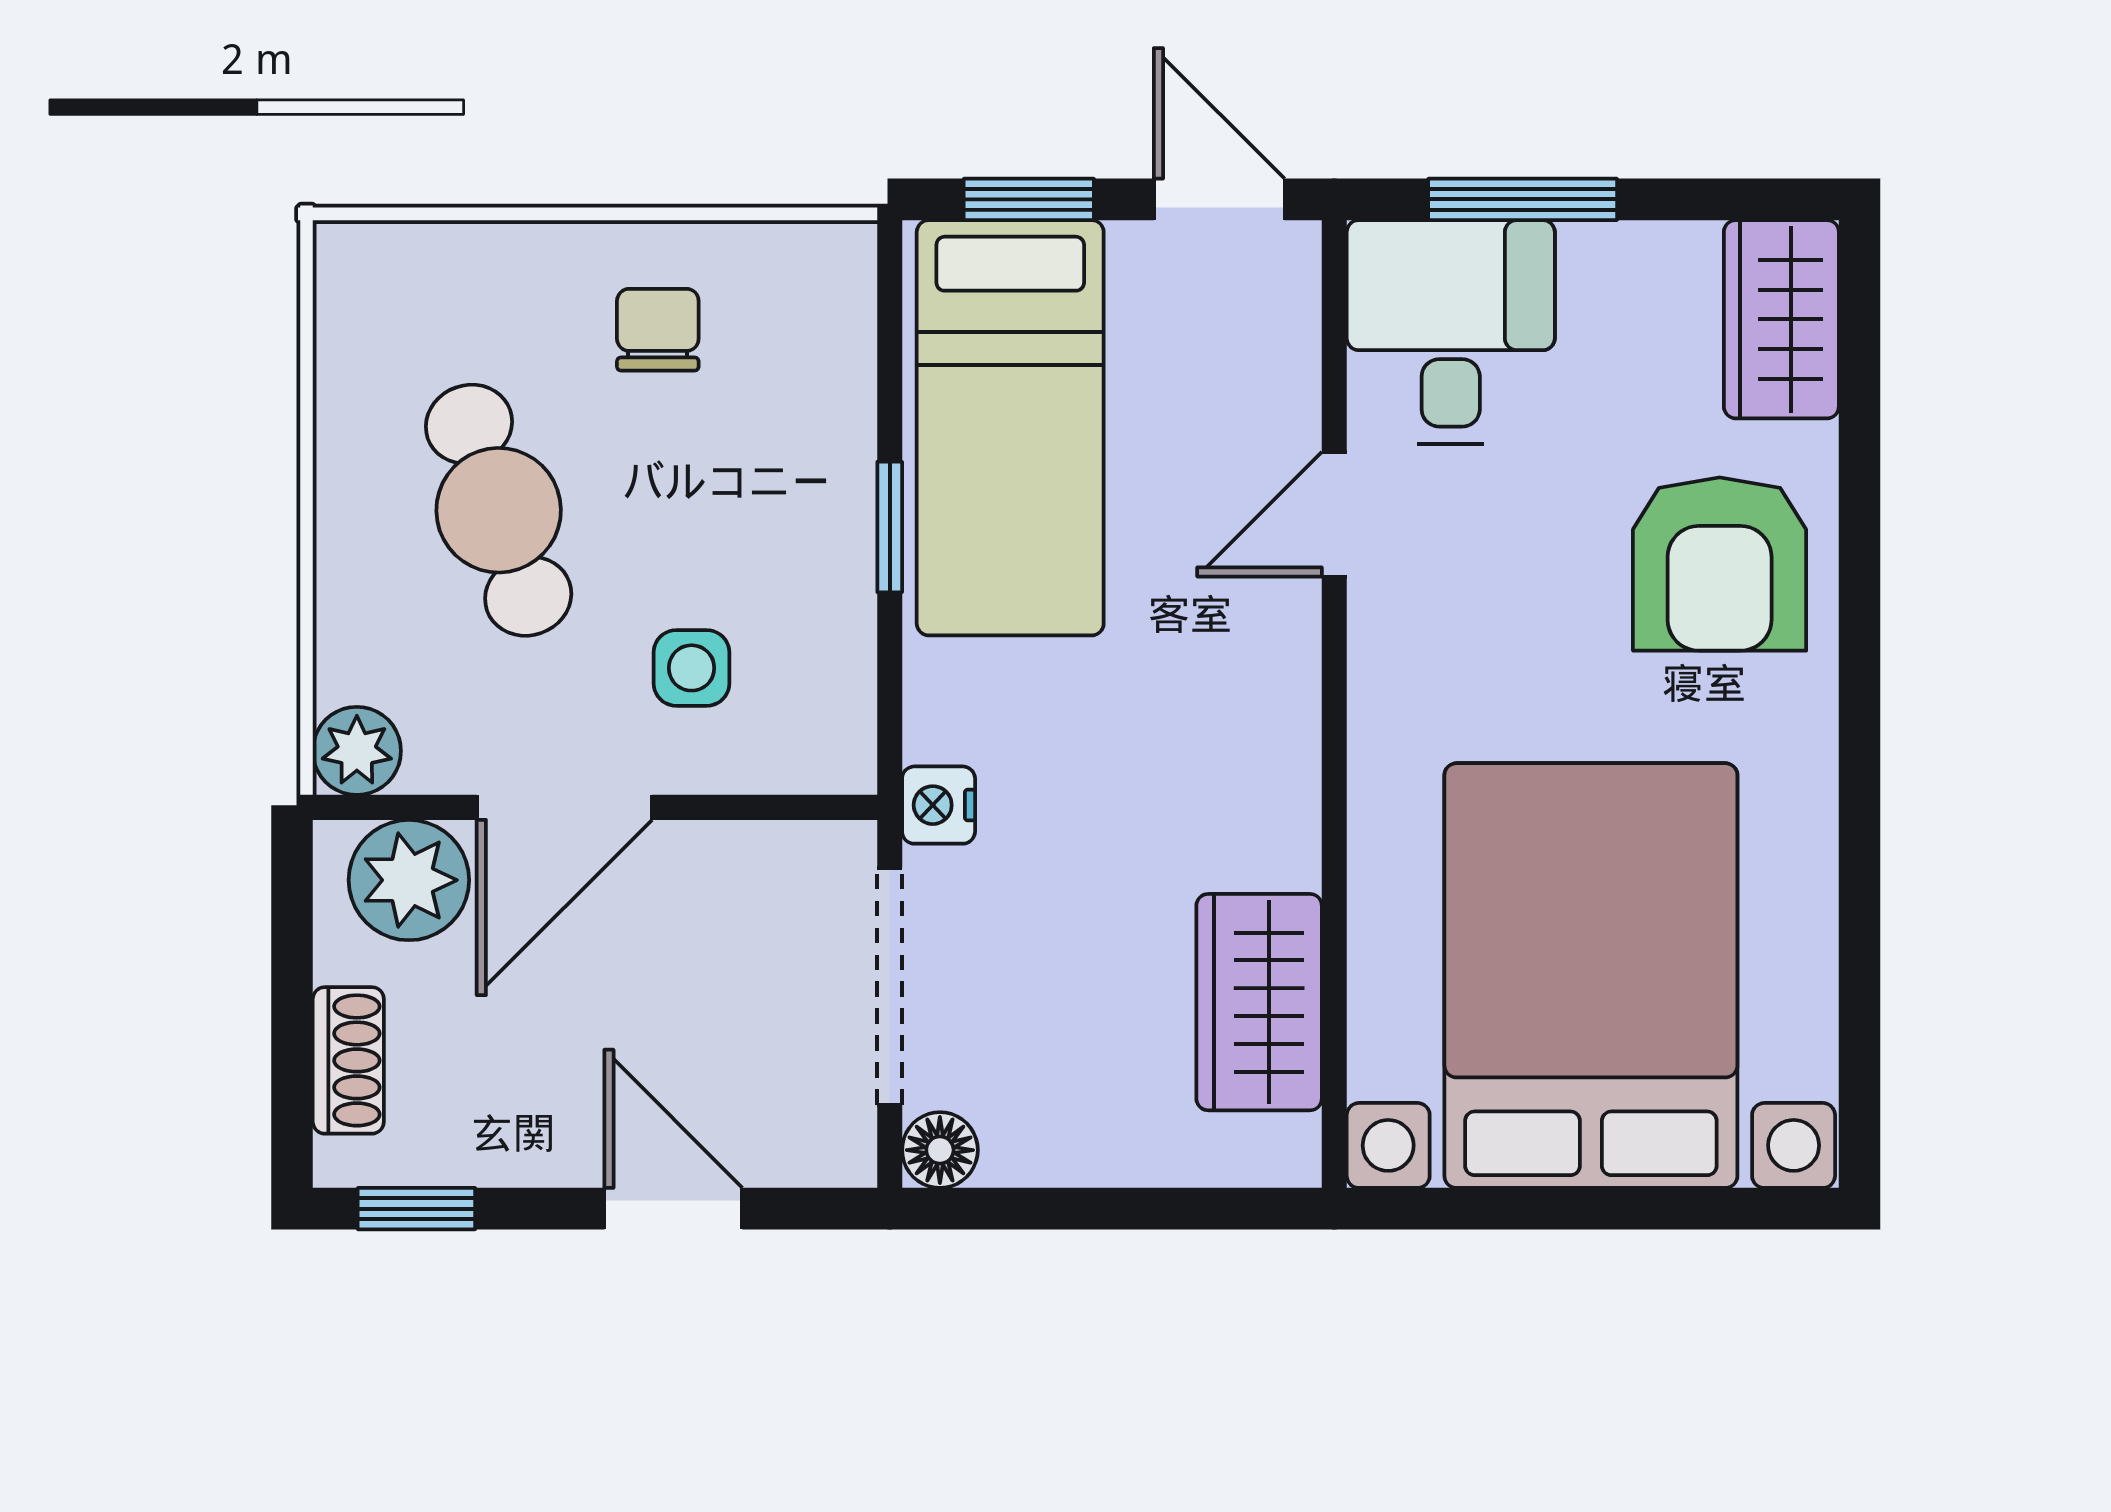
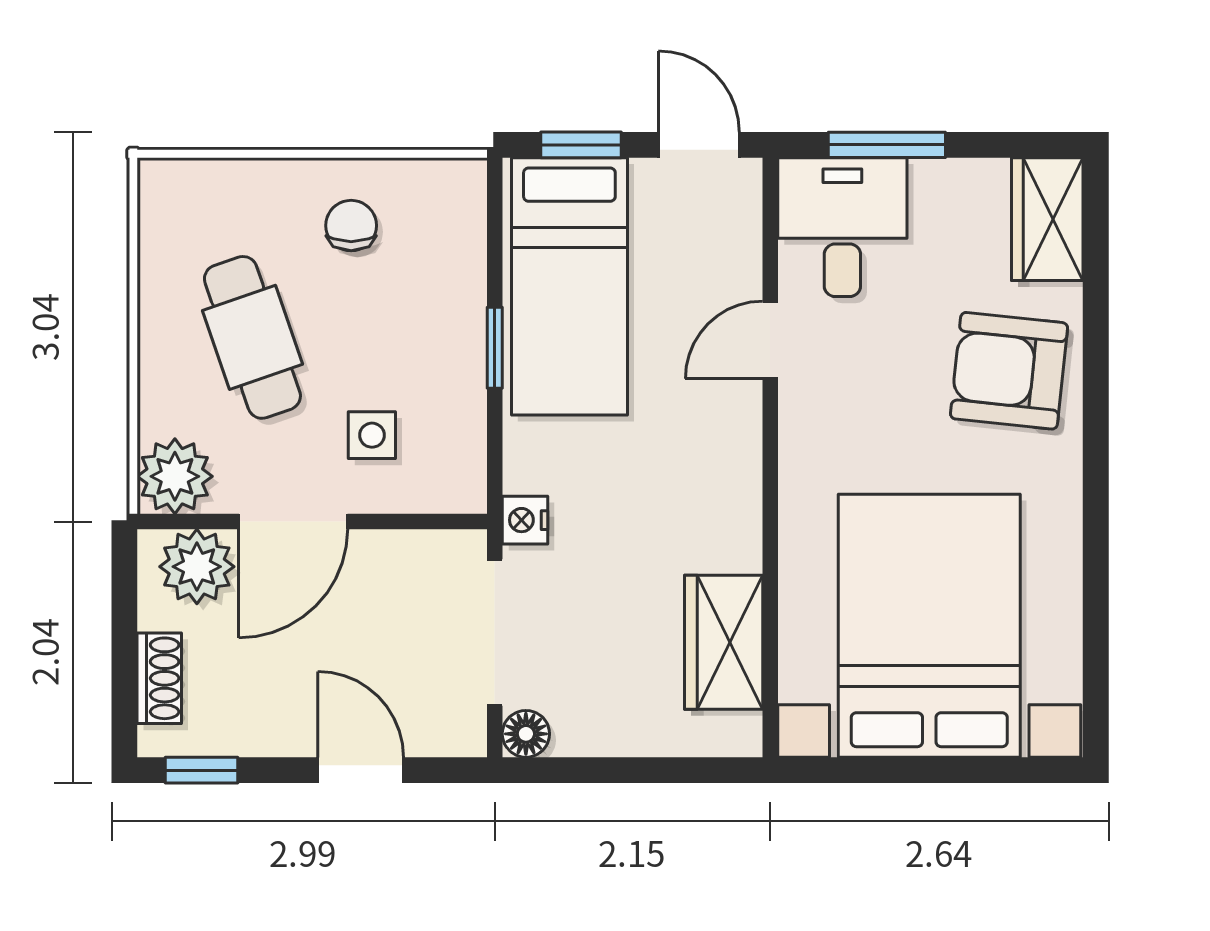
armchair: (1720, 564) -> (1009, 371), turned 96
plant: (357, 751) -> (175, 476), width x1.38, depth x1.38

